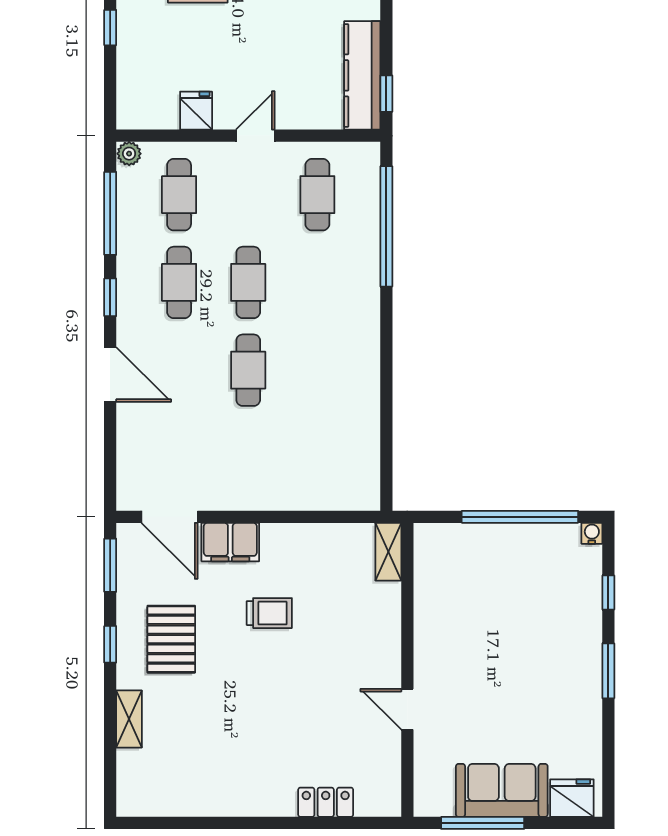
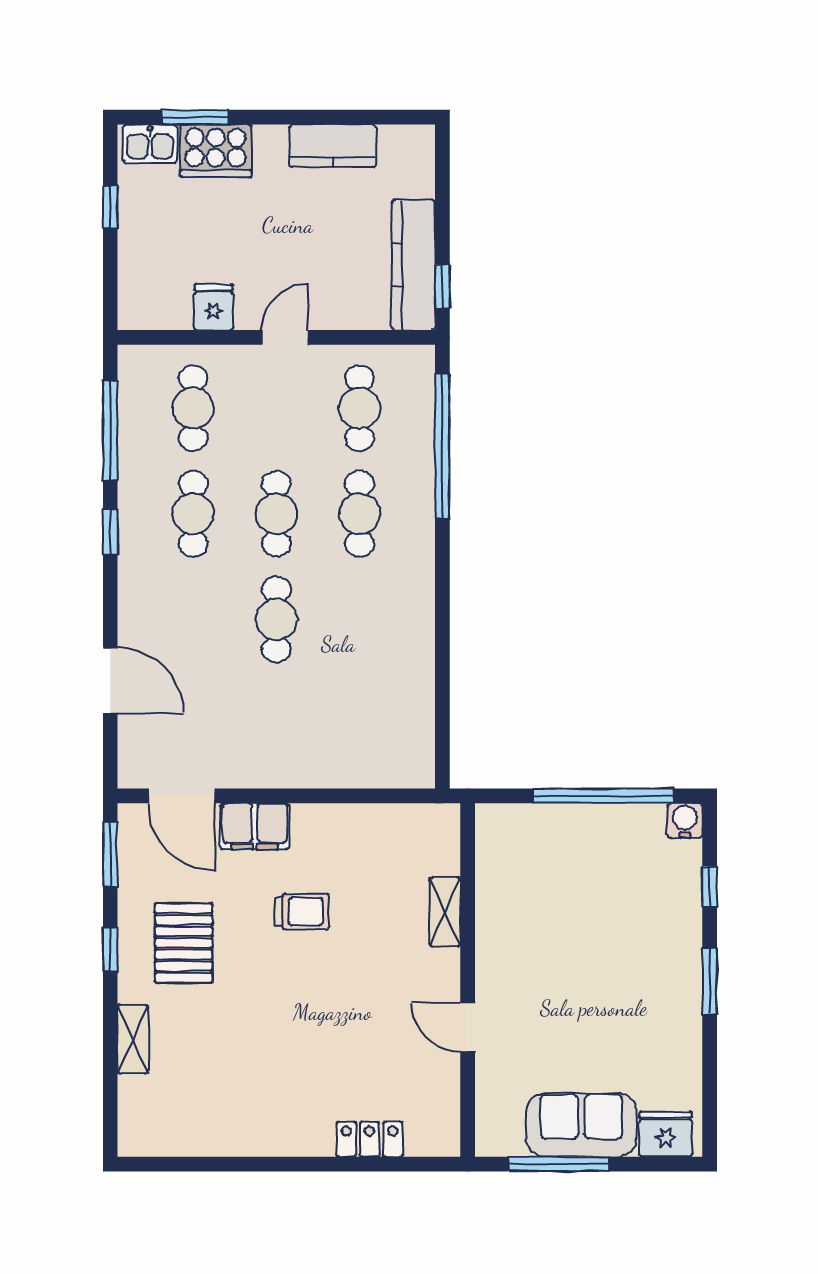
plant: (129, 154) -> (133, 359), removed
cafe table: (317, 282) -> (360, 514), added
door: (110, 374) -> (110, 680), moved
water cooler: (592, 533) -> (685, 820), width x1.38, depth x1.38
shelving: (388, 552) -> (445, 912), moved

